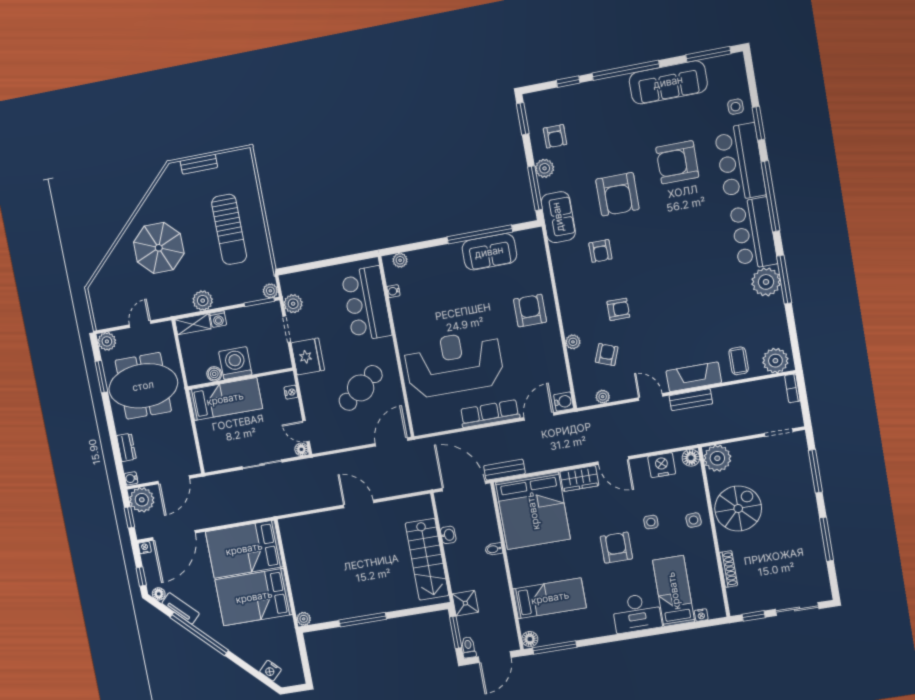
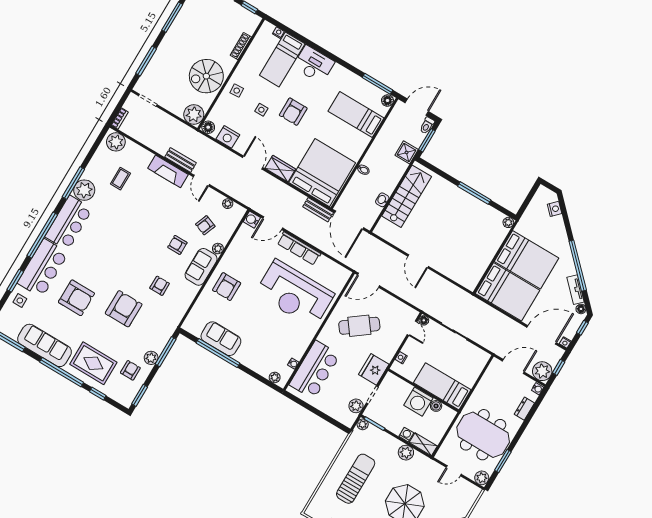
rug: (600, 109) -> (93, 363), added
sofa: (558, 217) -> (201, 267), moved
coffee table: (739, 361) -> (120, 179), moved

